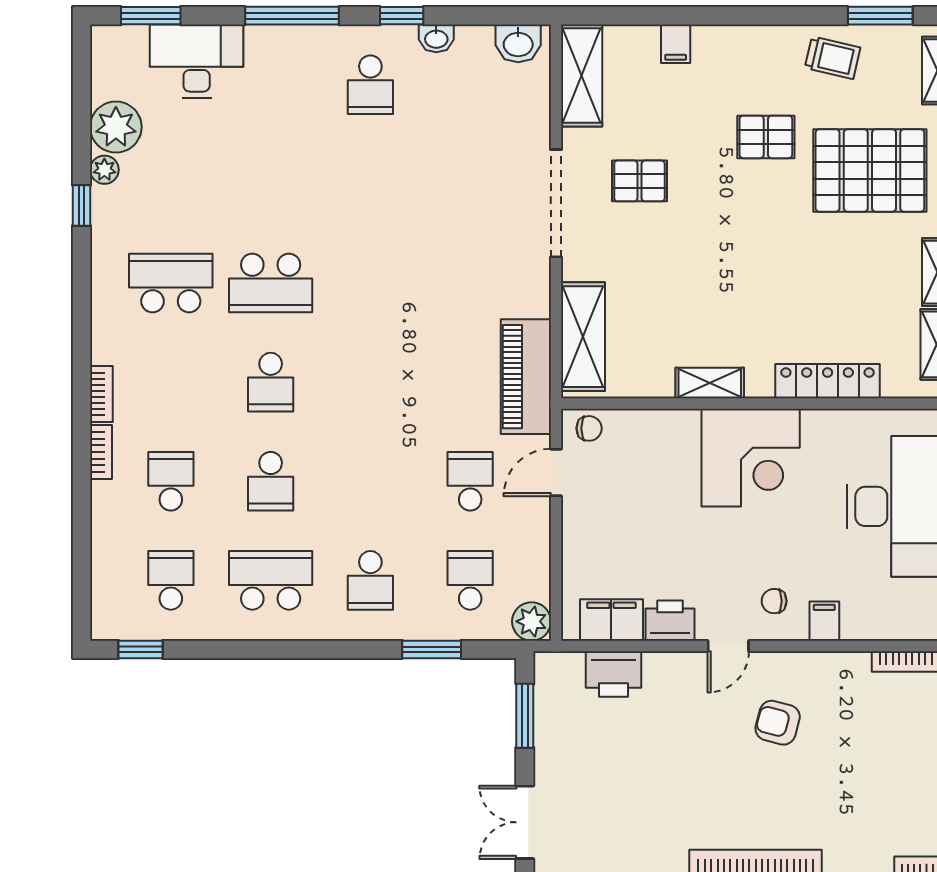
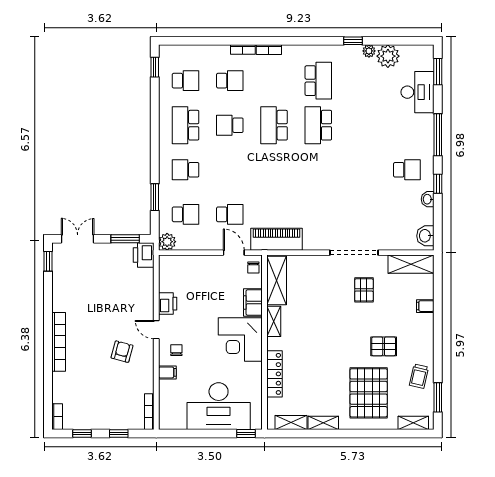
school desk: (370, 85) -> (407, 170), turned 180
pallet: (766, 137) -> (384, 346), turned 90
shelving: (583, 337) -> (277, 281), moved, turned 90
school desk: (271, 382) -> (274, 125), width x1.85
school desk: (271, 580) -> (186, 125), turned 180
filing cabinet: (611, 620) -> (253, 302), moved, turned 180
printer: (614, 674) -> (144, 255), moved

